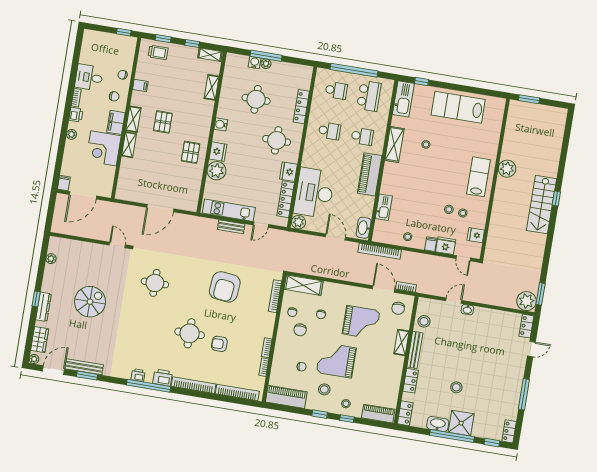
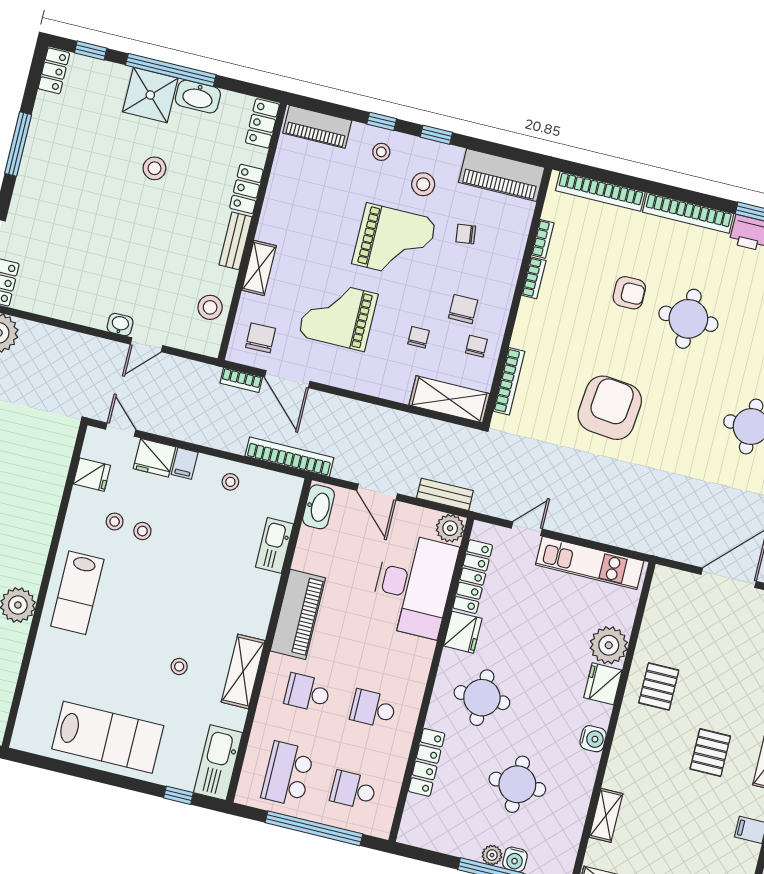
bench: (231, 227) -> (445, 494), moved
bench: (415, 350) -> (235, 241), width x0.73

